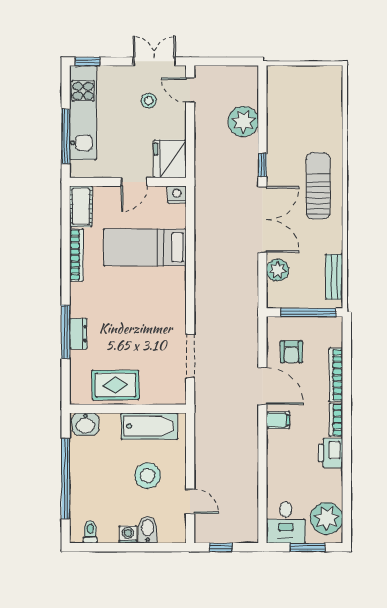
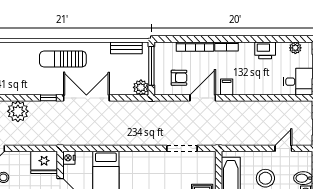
plant: (277, 270) -> (141, 87), moved
printer: (331, 453) -> (265, 50), moved
plant: (327, 518) -> (295, 48), width x0.53, depth x0.53

